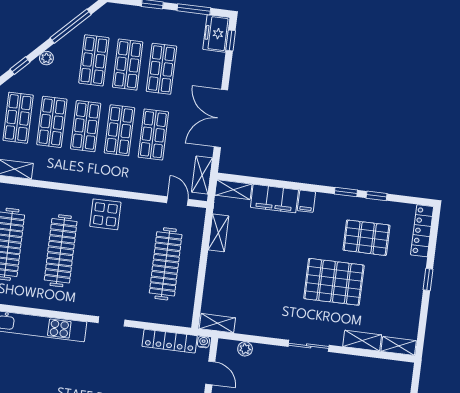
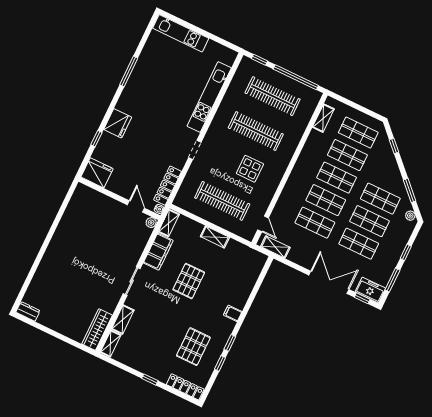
window: (71, 26) -> (410, 190), width x0.69
plant: (46, 58) -> (410, 216), moved
double door: (221, 118) -> (329, 282), moved
shelving: (233, 190) -> (258, 265), removed
filing cabinet: (274, 199) -> (158, 252), moved, turned 180
door: (177, 201) -> (263, 224), hinge flipped
display table: (105, 214) -> (250, 169), moved
shelving: (218, 233) -> (215, 237), moved
pallet: (334, 282) -> (189, 281), moved, width x0.73, depth x0.71
plant: (245, 349) -> (151, 223), moved
wardrobe: (386, 370) -> (97, 329), added
door: (210, 373) -> (136, 206), swing flipped

